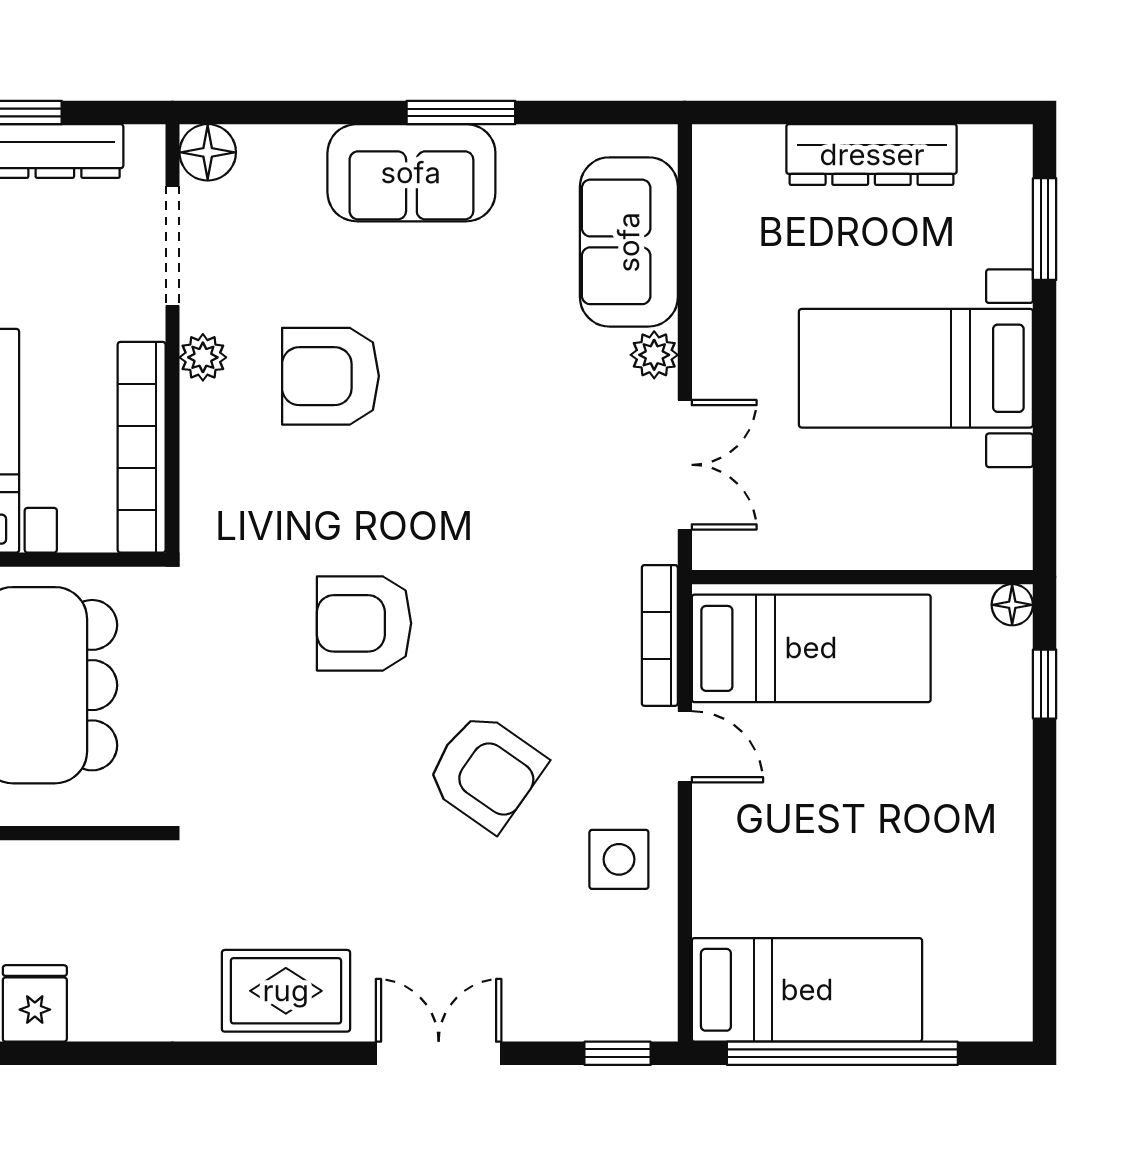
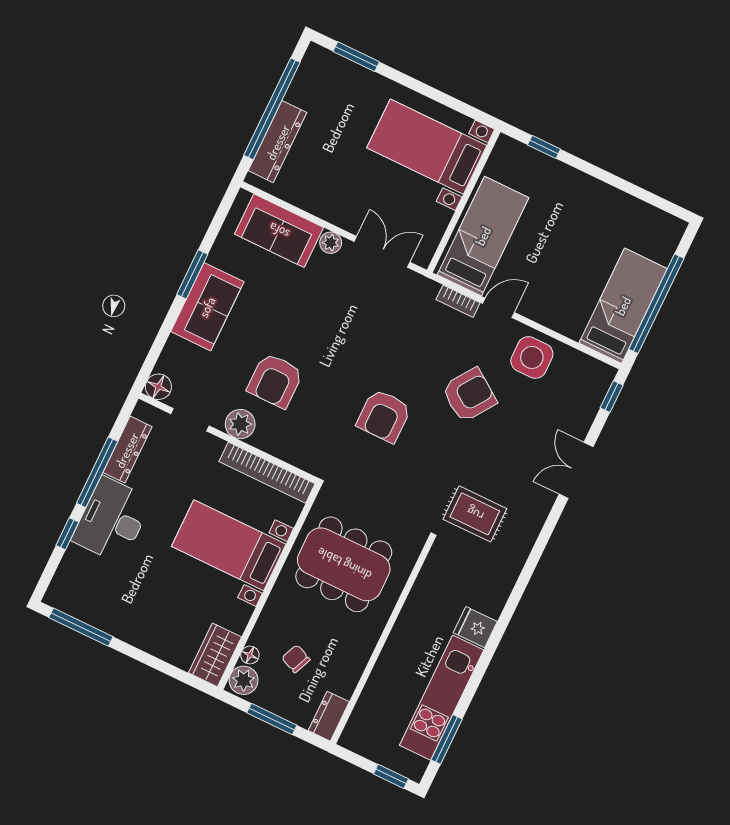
window: (862, 113) -> (272, 109), added
dresser: (872, 155) -> (278, 142), moved
doorway: (172, 246) -> (190, 420), width x0.73
plant: (203, 357) -> (240, 424), width x1.38, depth x1.38
bed with nightstands: (916, 368) -> (427, 147), moved, turned 90
floor lamp: (1012, 605) -> (505, 145), removed
bookcase: (660, 635) -> (458, 301), width x0.64
side table: (619, 859) -> (532, 357), width x1.37, depth x1.37
rug: (286, 991) -> (475, 514), moved, turned 90

